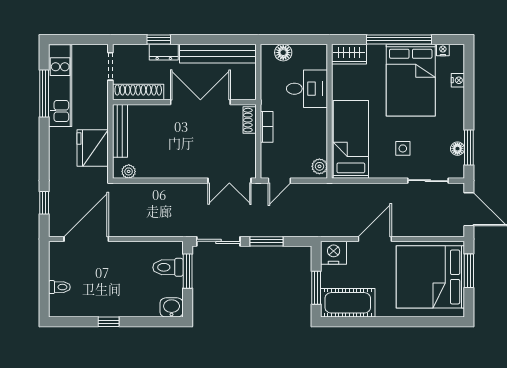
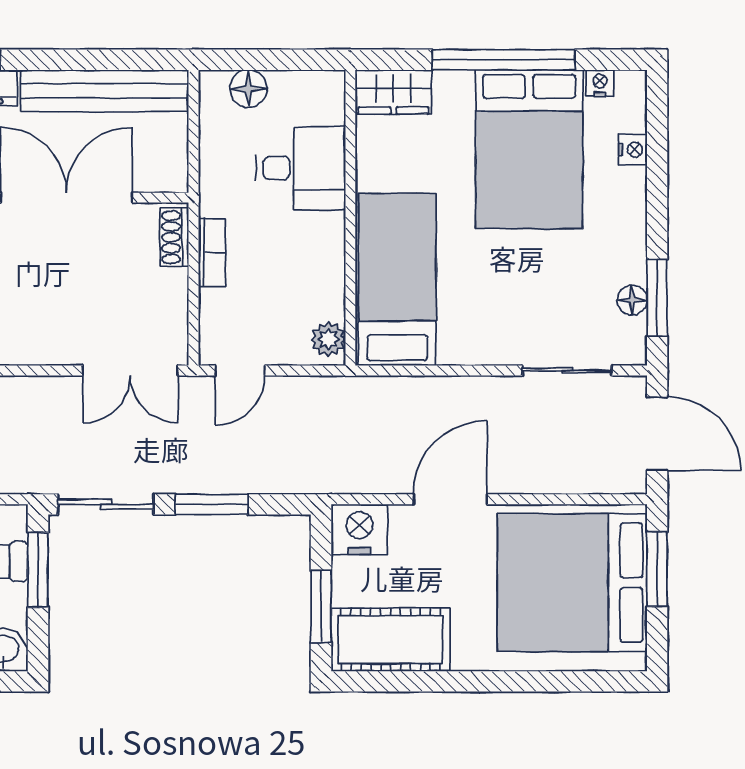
side table: (403, 148) -> (512, 300), removed

